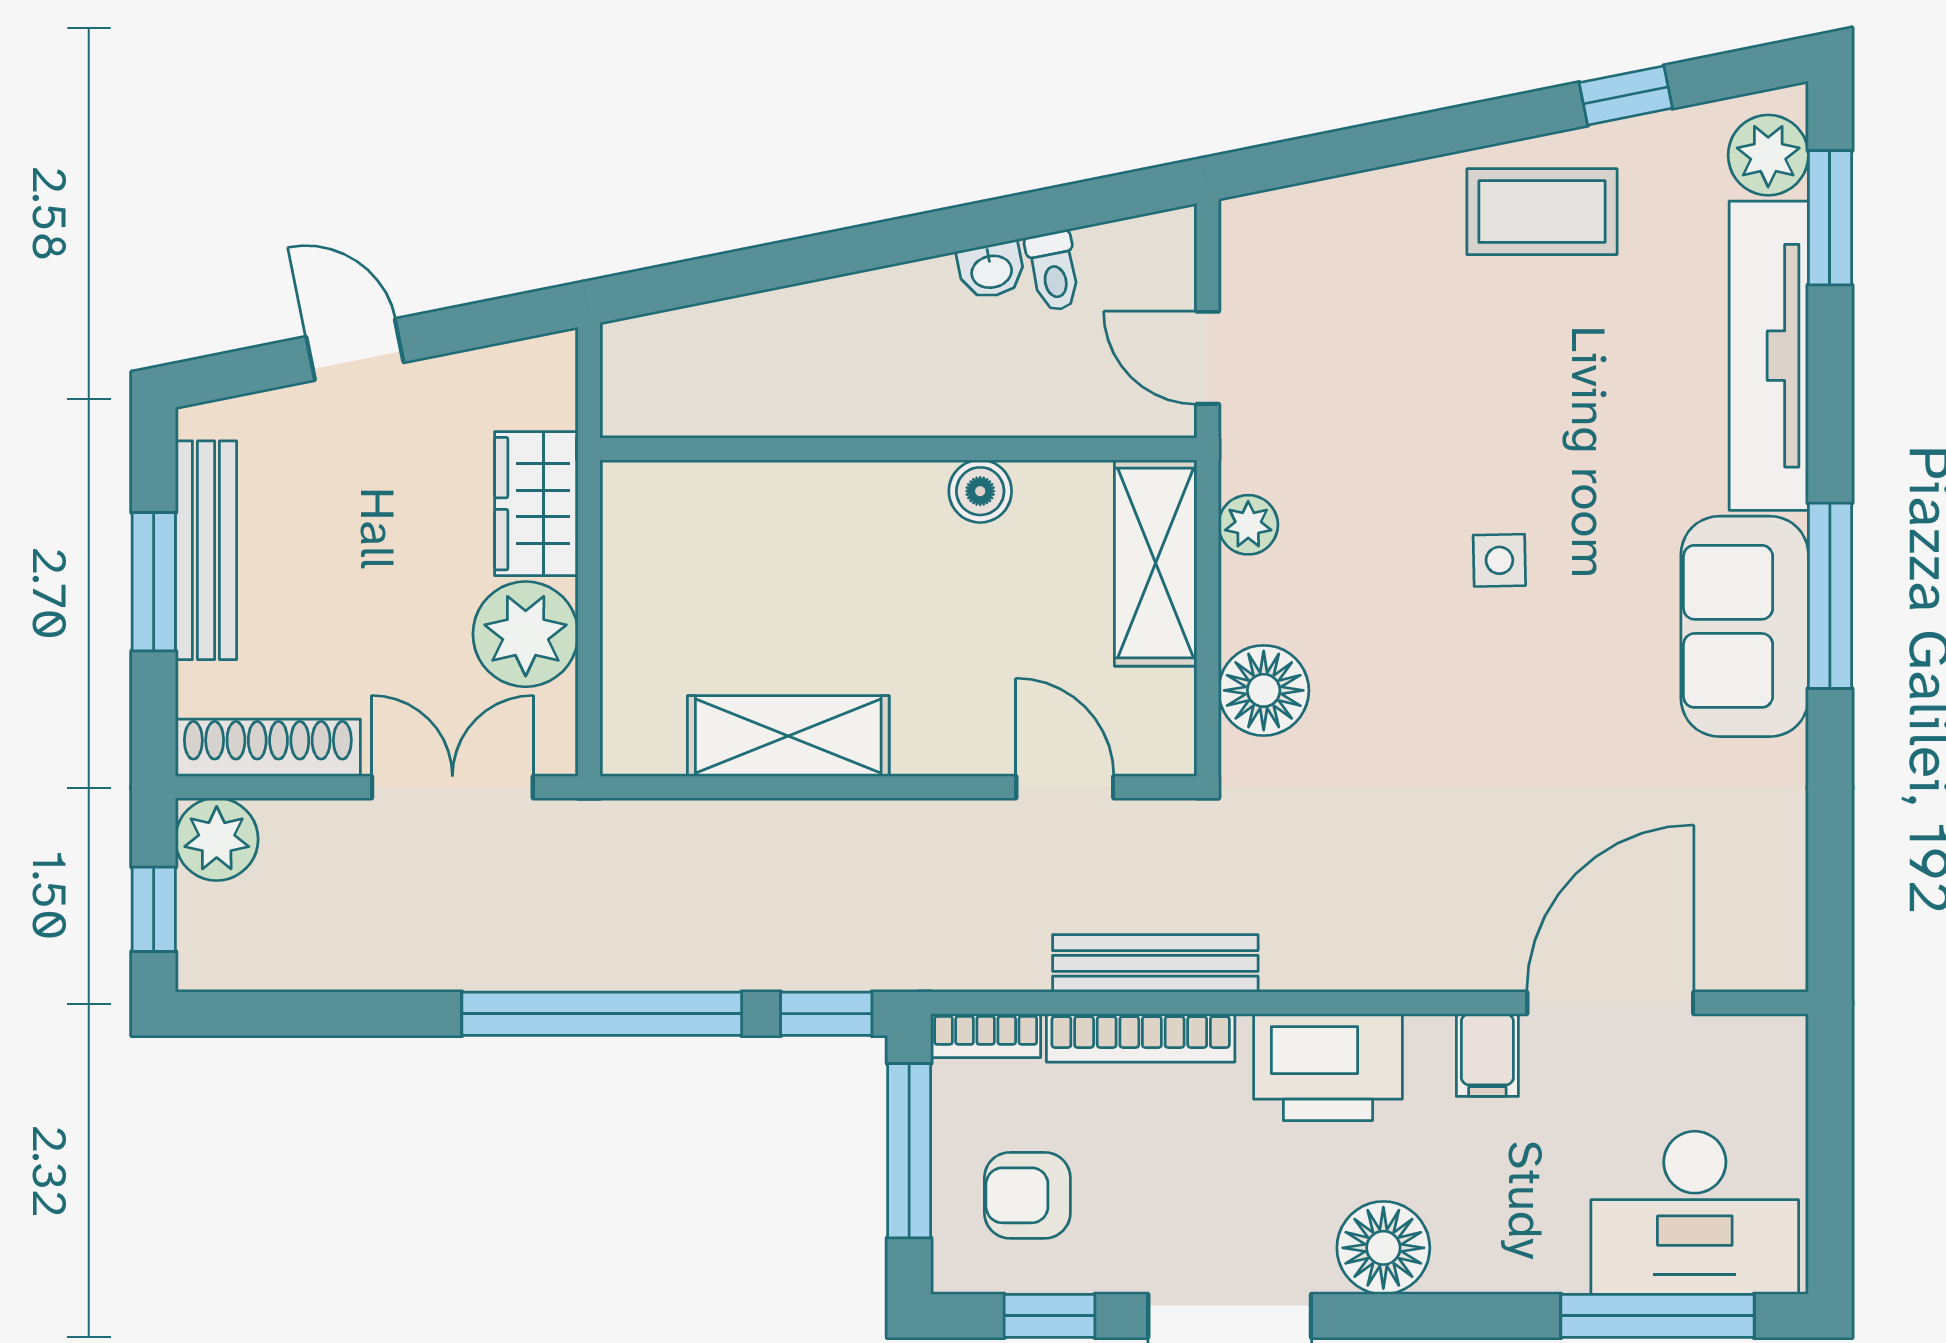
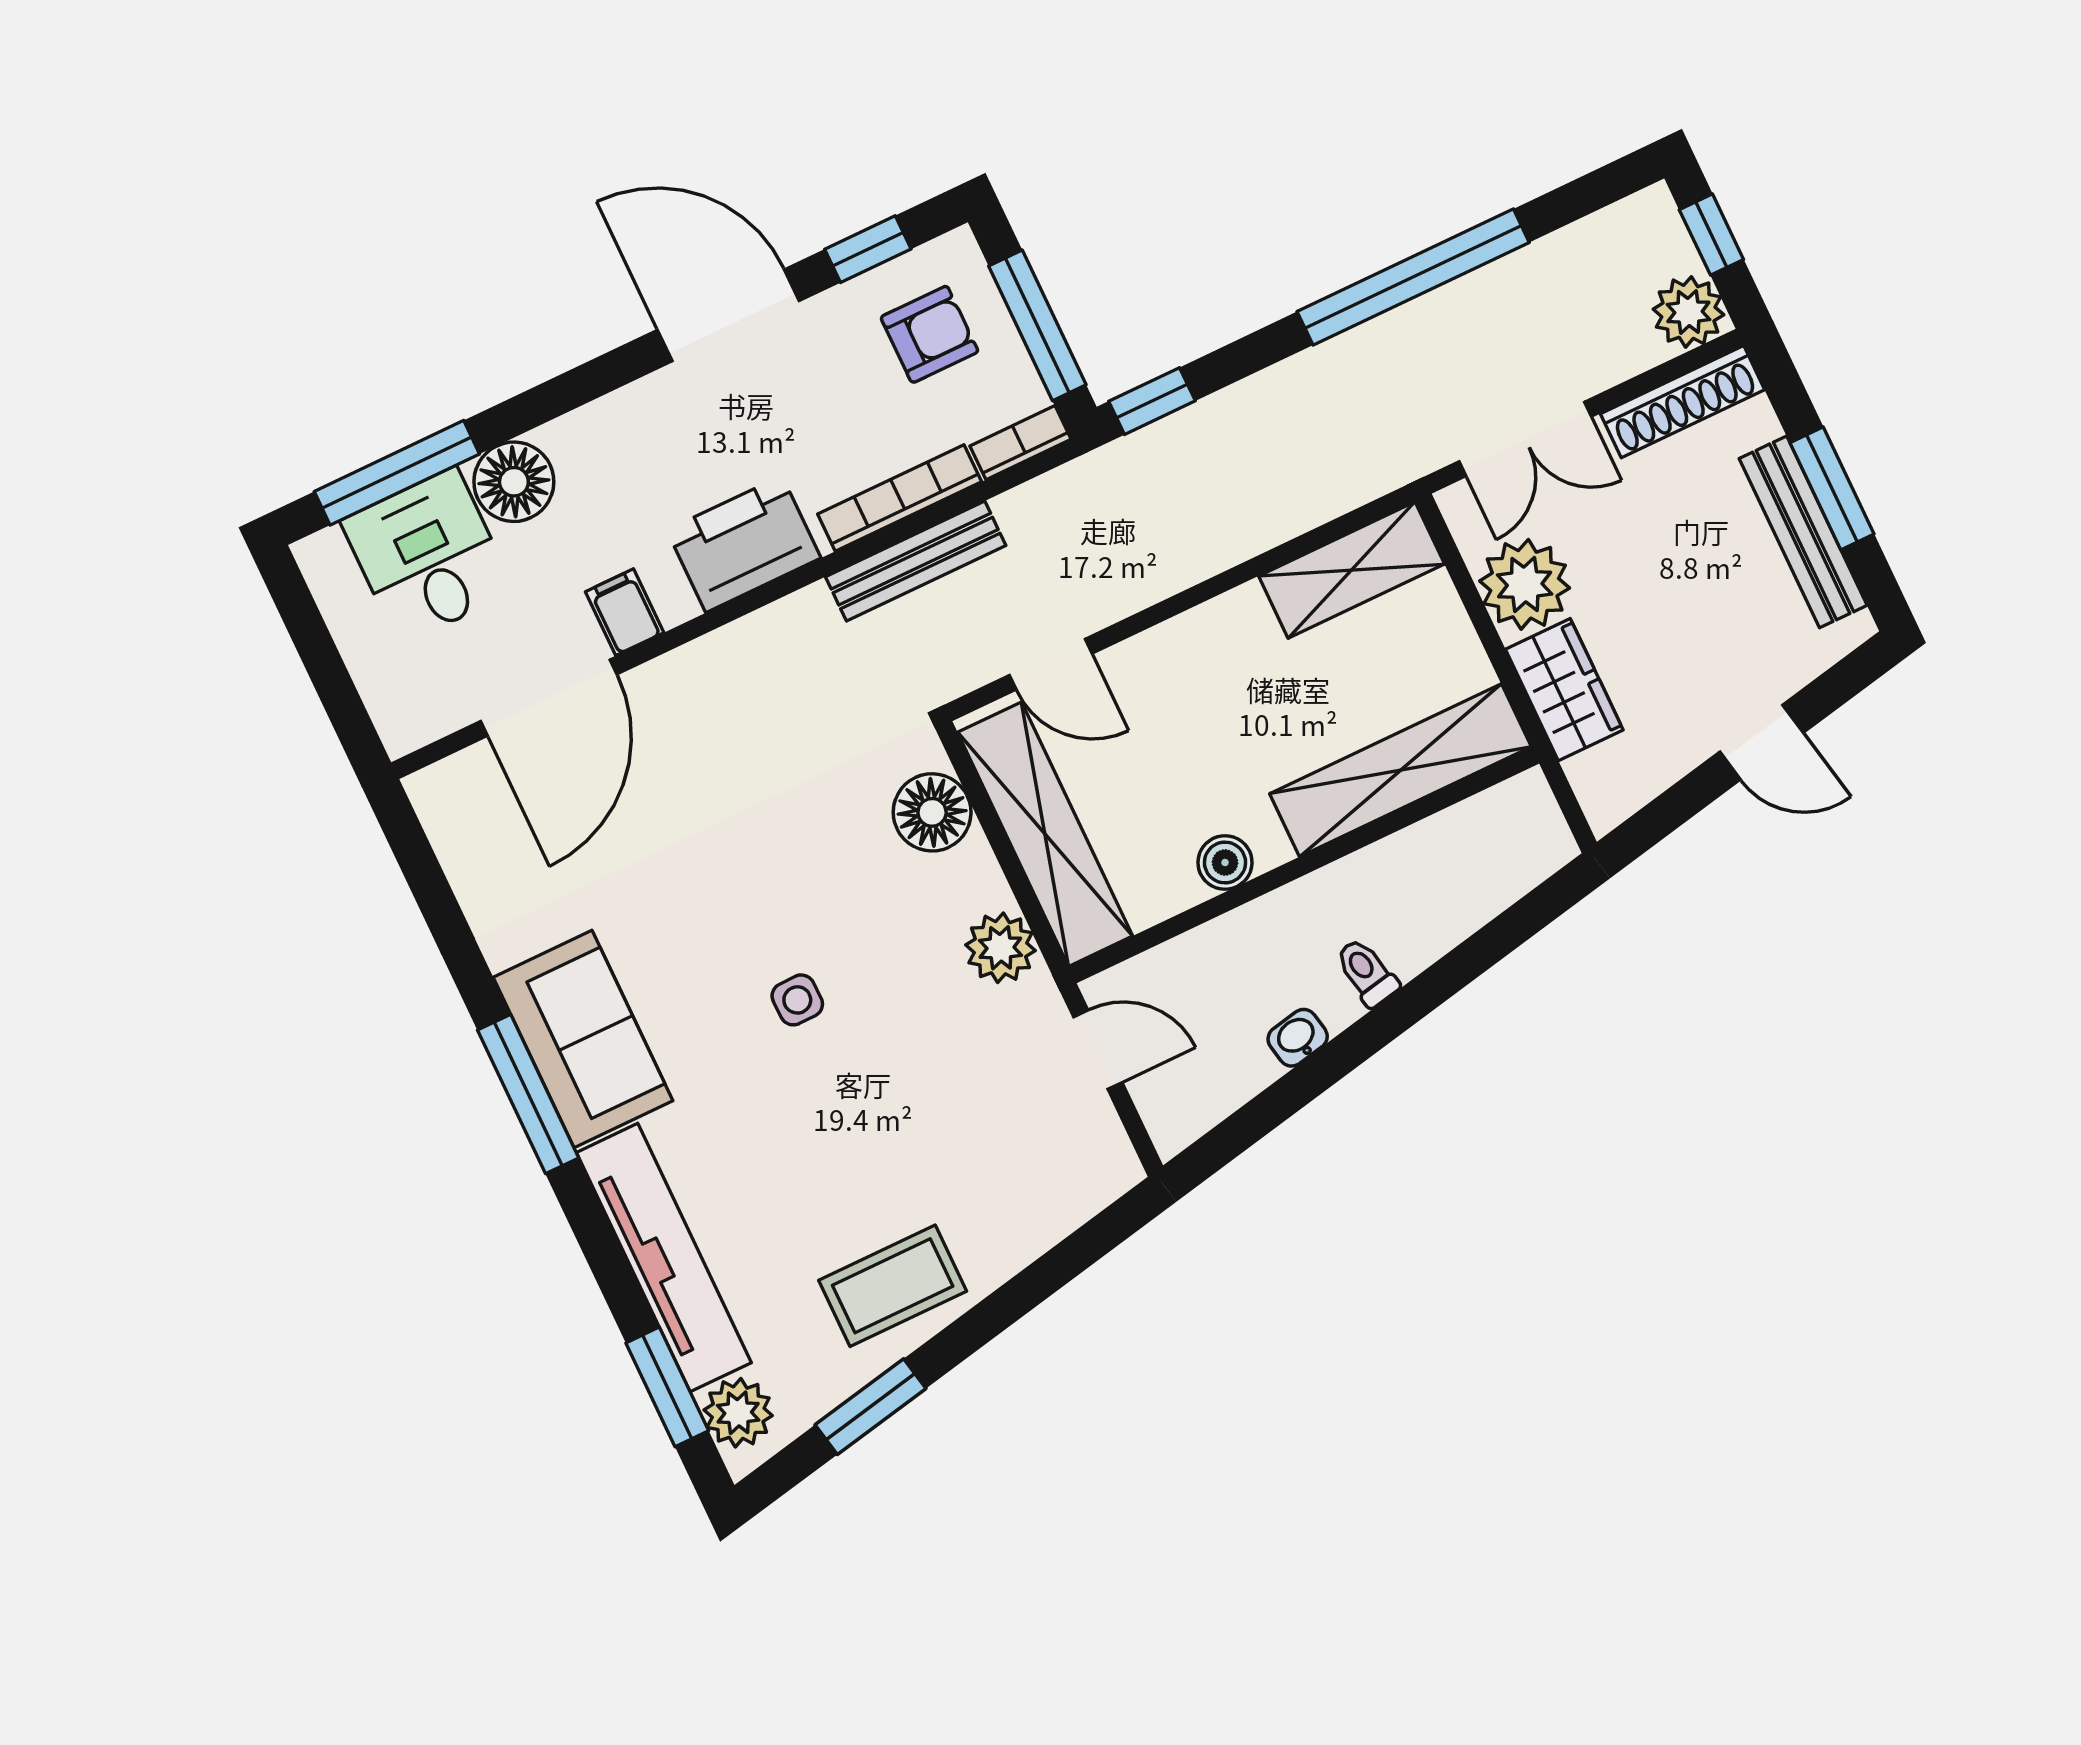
window: (1626, 95) -> (870, 1407), width x1.50
toilet: (1054, 271) -> (1367, 972), moved
shelving: (749, 501) -> (1400, 770), added
plant: (1248, 525) -> (1000, 948), width x1.38, depth x1.38
shelving: (1156, 563) -> (1045, 834), width x1.47
shelving: (788, 736) -> (1352, 570), moved
window: (602, 1014) -> (1413, 277), moved
desk: (1695, 1213) -> (428, 556), width x0.73
floor lamp: (1383, 1248) -> (514, 482), moved

